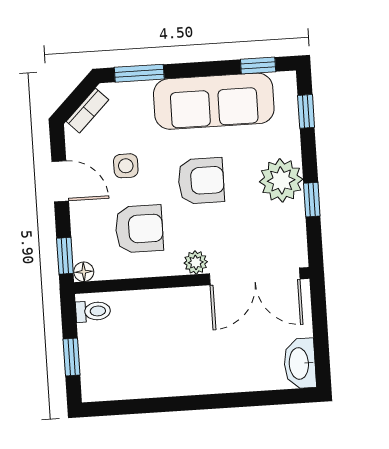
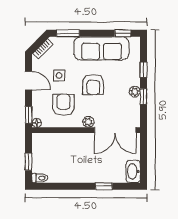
window: (306, 111) -> (144, 70), moved
plant: (281, 180) -> (135, 92), width x0.53, depth x0.53
armchair: (201, 181) -> (93, 85), turned 90
armchair: (139, 229) -> (63, 105), turned -90
toilet: (93, 311) -> (40, 178), moved
window: (238, 400) -> (104, 186), added

